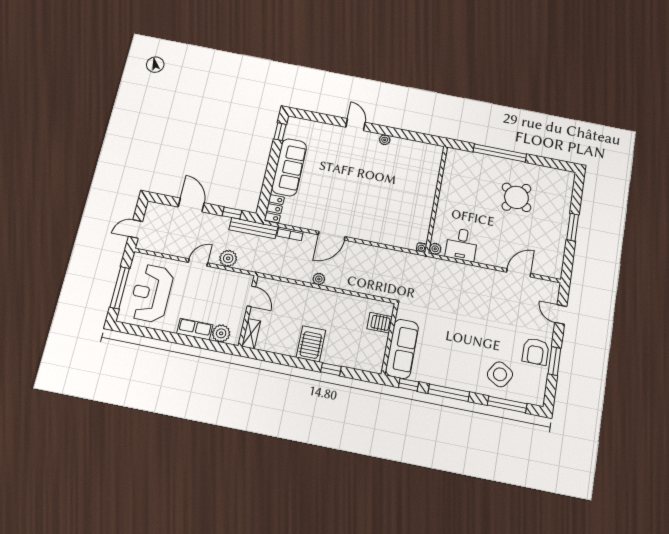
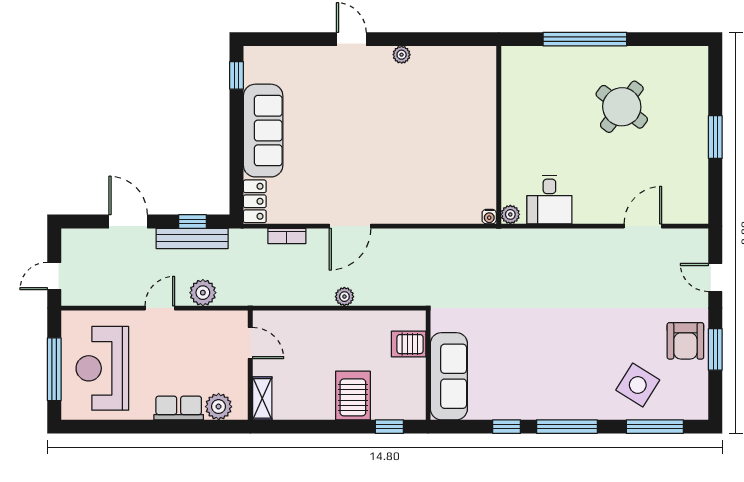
bench: (253, 228) -> (192, 238), moved
server rack: (380, 323) -> (409, 344), moved
wall: (390, 339) -> (428, 365), moved
sofa: (402, 349) -> (449, 376), moved

